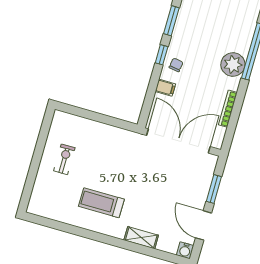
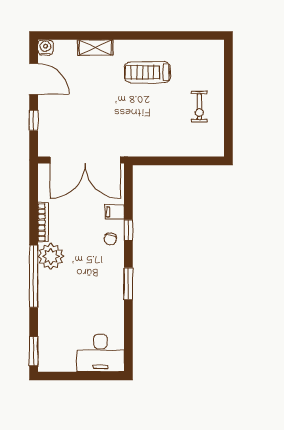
window: (162, 55) -> (128, 230), moved
bookcase: (228, 109) -> (43, 222), moved
window: (214, 189) -> (34, 120), width x0.67
treadmill: (101, 203) -> (147, 72), turned 180

